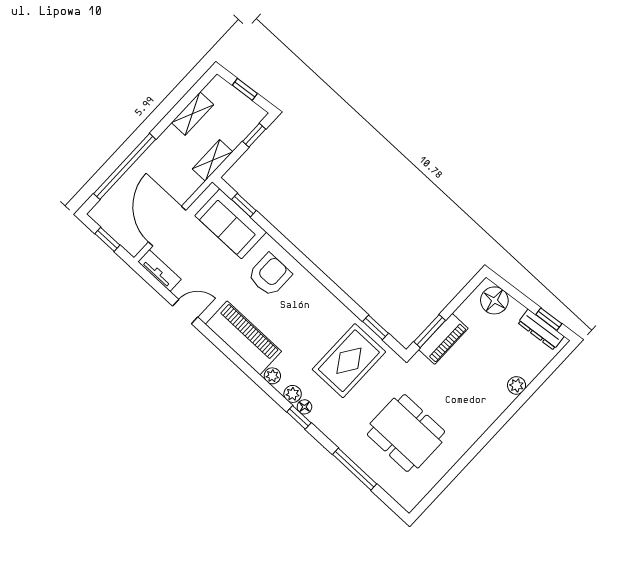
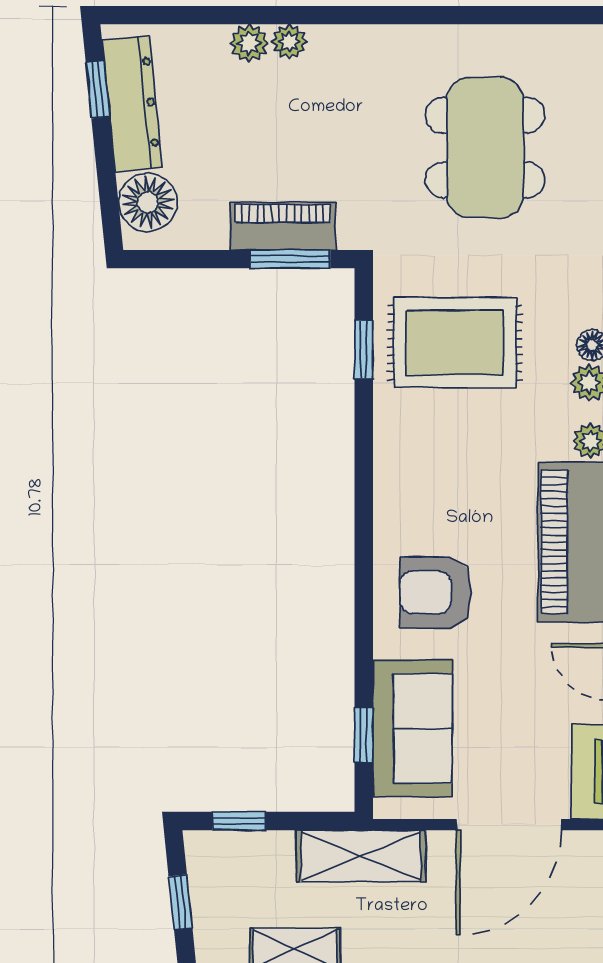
shelving: (212, 160) -> (361, 856), width x1.50, depth x1.33
dresser: (541, 330) -> (132, 104), width x1.37, depth x1.24
plant: (504, 400) -> (289, 42), added

